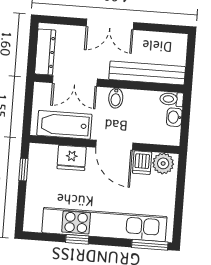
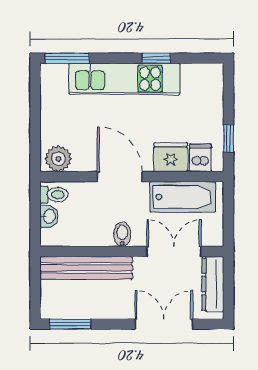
double door: (110, 24) -> (164, 324), moved
window: (164, 28) -> (70, 324), added
toilet: (172, 99) -> (54, 195), moved
dishwasher: (142, 163) -> (200, 158), moved
kitchen unit: (104, 225) -> (124, 79), width x0.73

